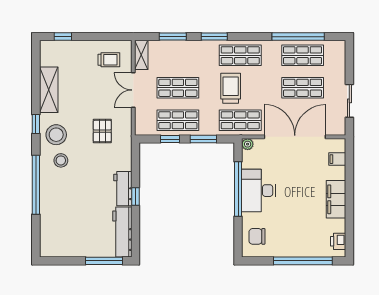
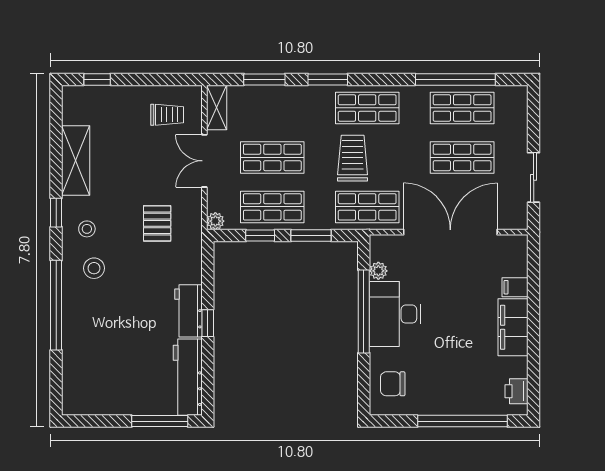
plant: (141, 130) -> (215, 221), added
stool: (56, 135) -> (87, 229), width x0.53, depth x0.53
plant: (248, 144) -> (378, 271), moved
filing cabinet: (337, 159) -> (515, 287), moved

